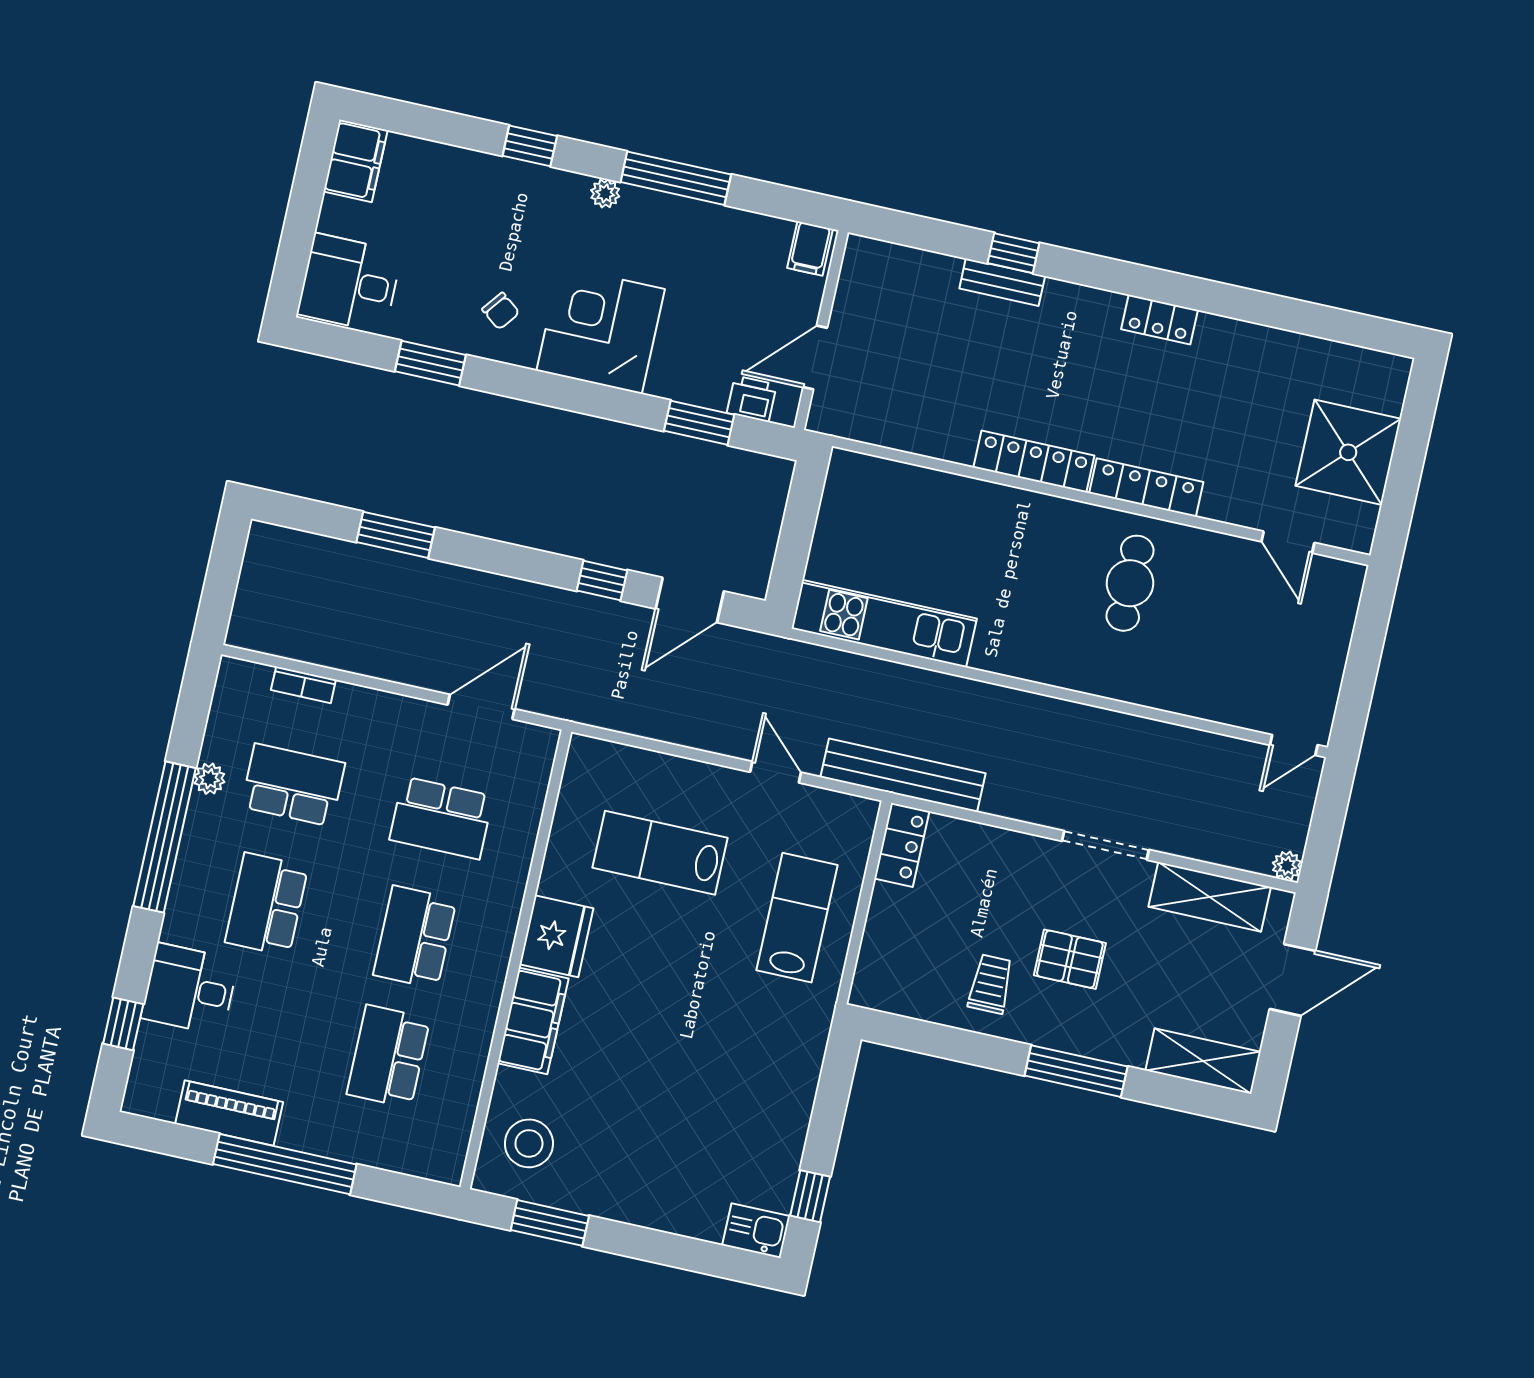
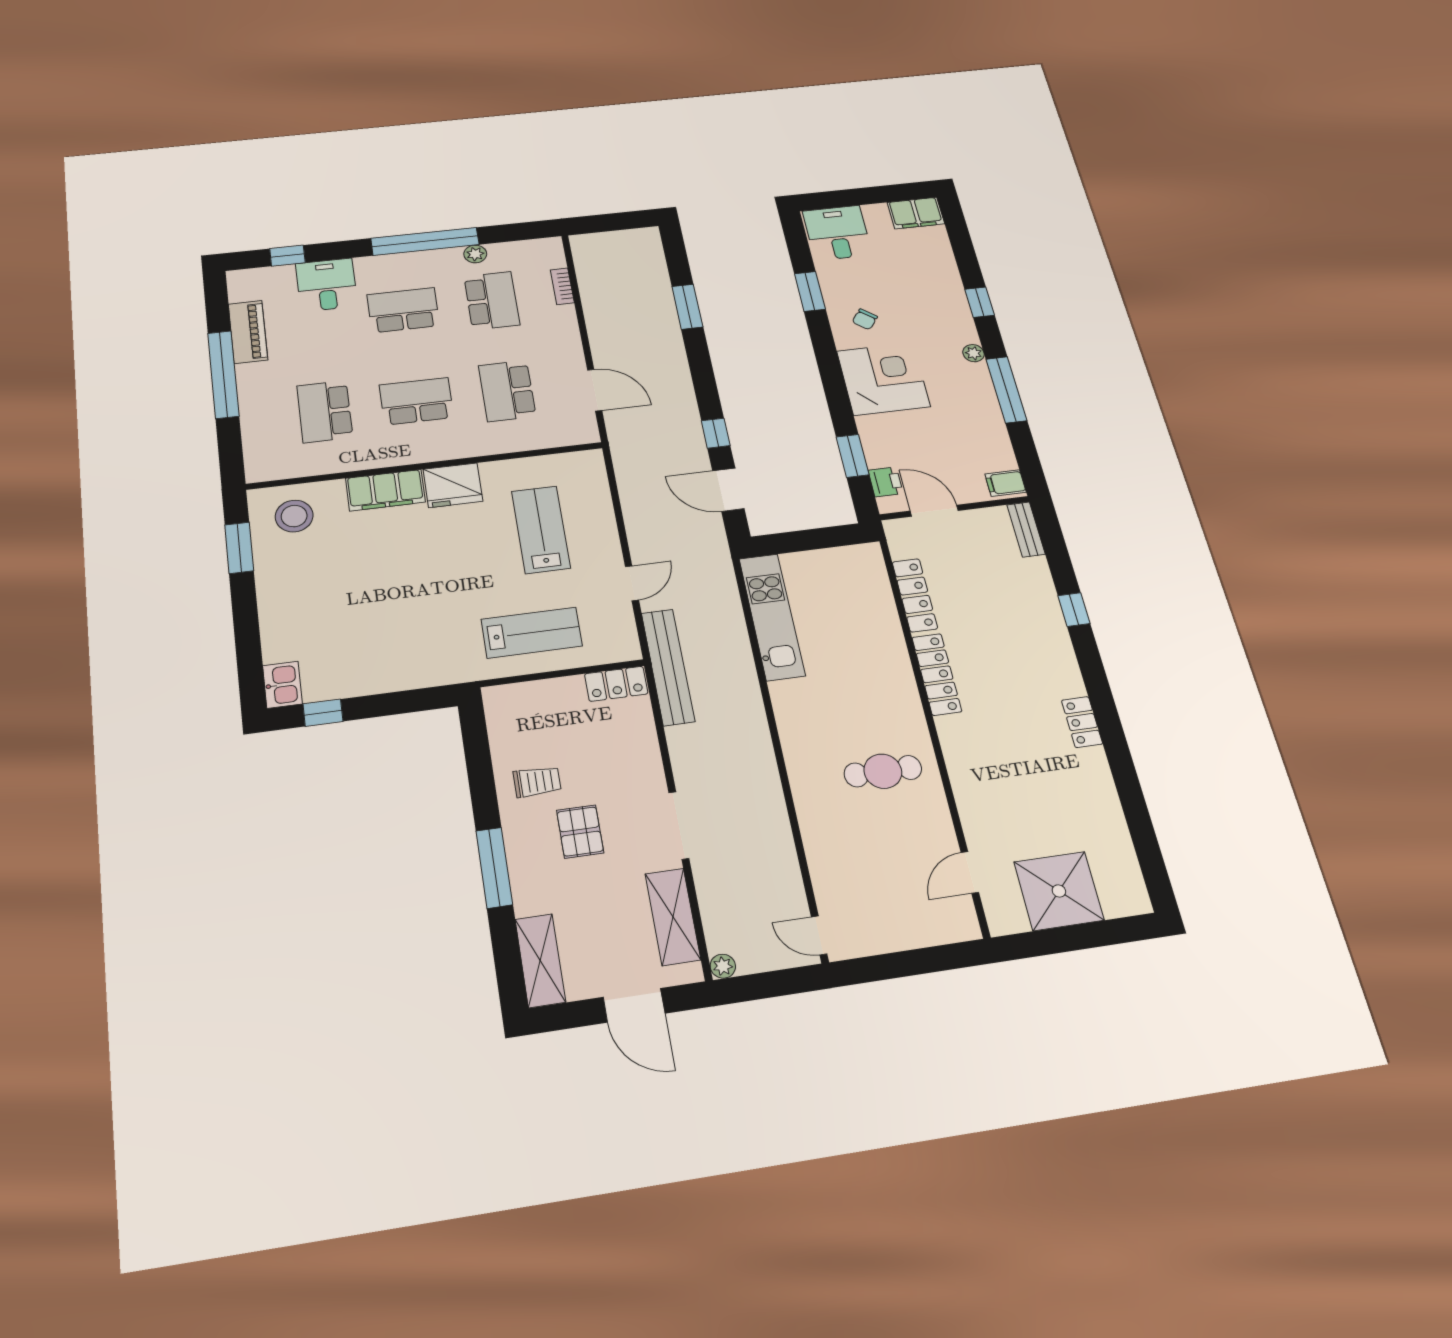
bench: (1002, 282) -> (1026, 529), moved
locker: (1146, 488) -> (915, 595), moved
school desk: (388, 1056) -> (325, 412), turned -90

